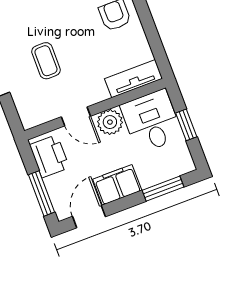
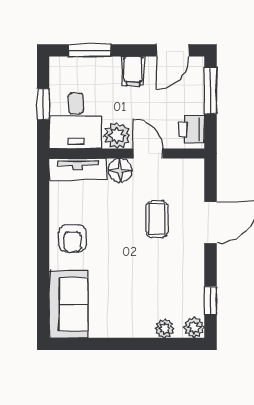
floor lamp: (95, 92) -> (120, 170), added
printer: (49, 156) -> (192, 129), width x0.73, depth x0.81
filing cabinet: (117, 185) -> (133, 71), width x0.50

